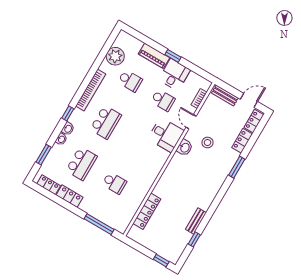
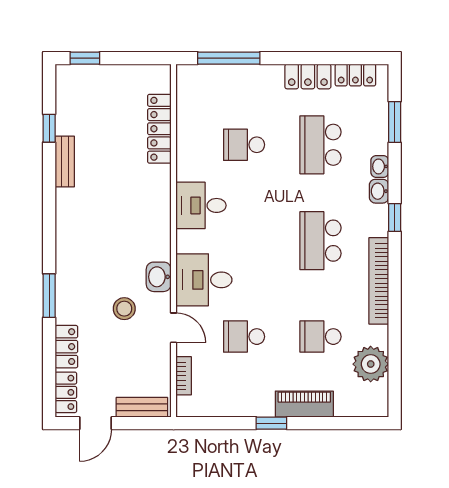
desk: (174, 75) -> (201, 205), moved, turned 90

